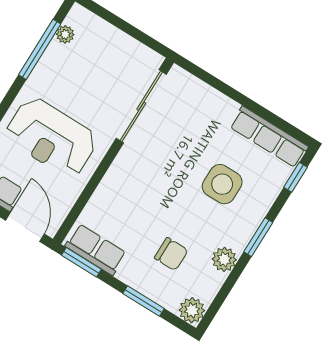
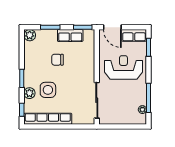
row of seats: (269, 137) -> (48, 119), width x1.36
row of seats: (96, 250) -> (70, 35), moved
chair: (171, 254) -> (57, 60), moved
plant: (224, 259) -> (29, 93), moved

